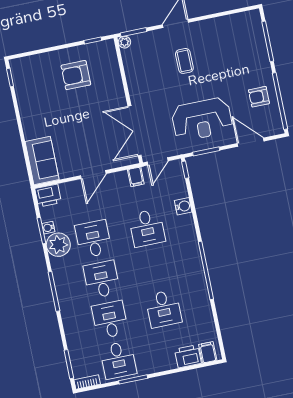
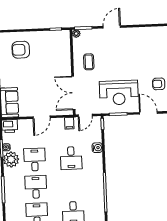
coffee table: (184, 61) -> (89, 62), moved
armchair: (76, 75) -> (21, 50), moved

